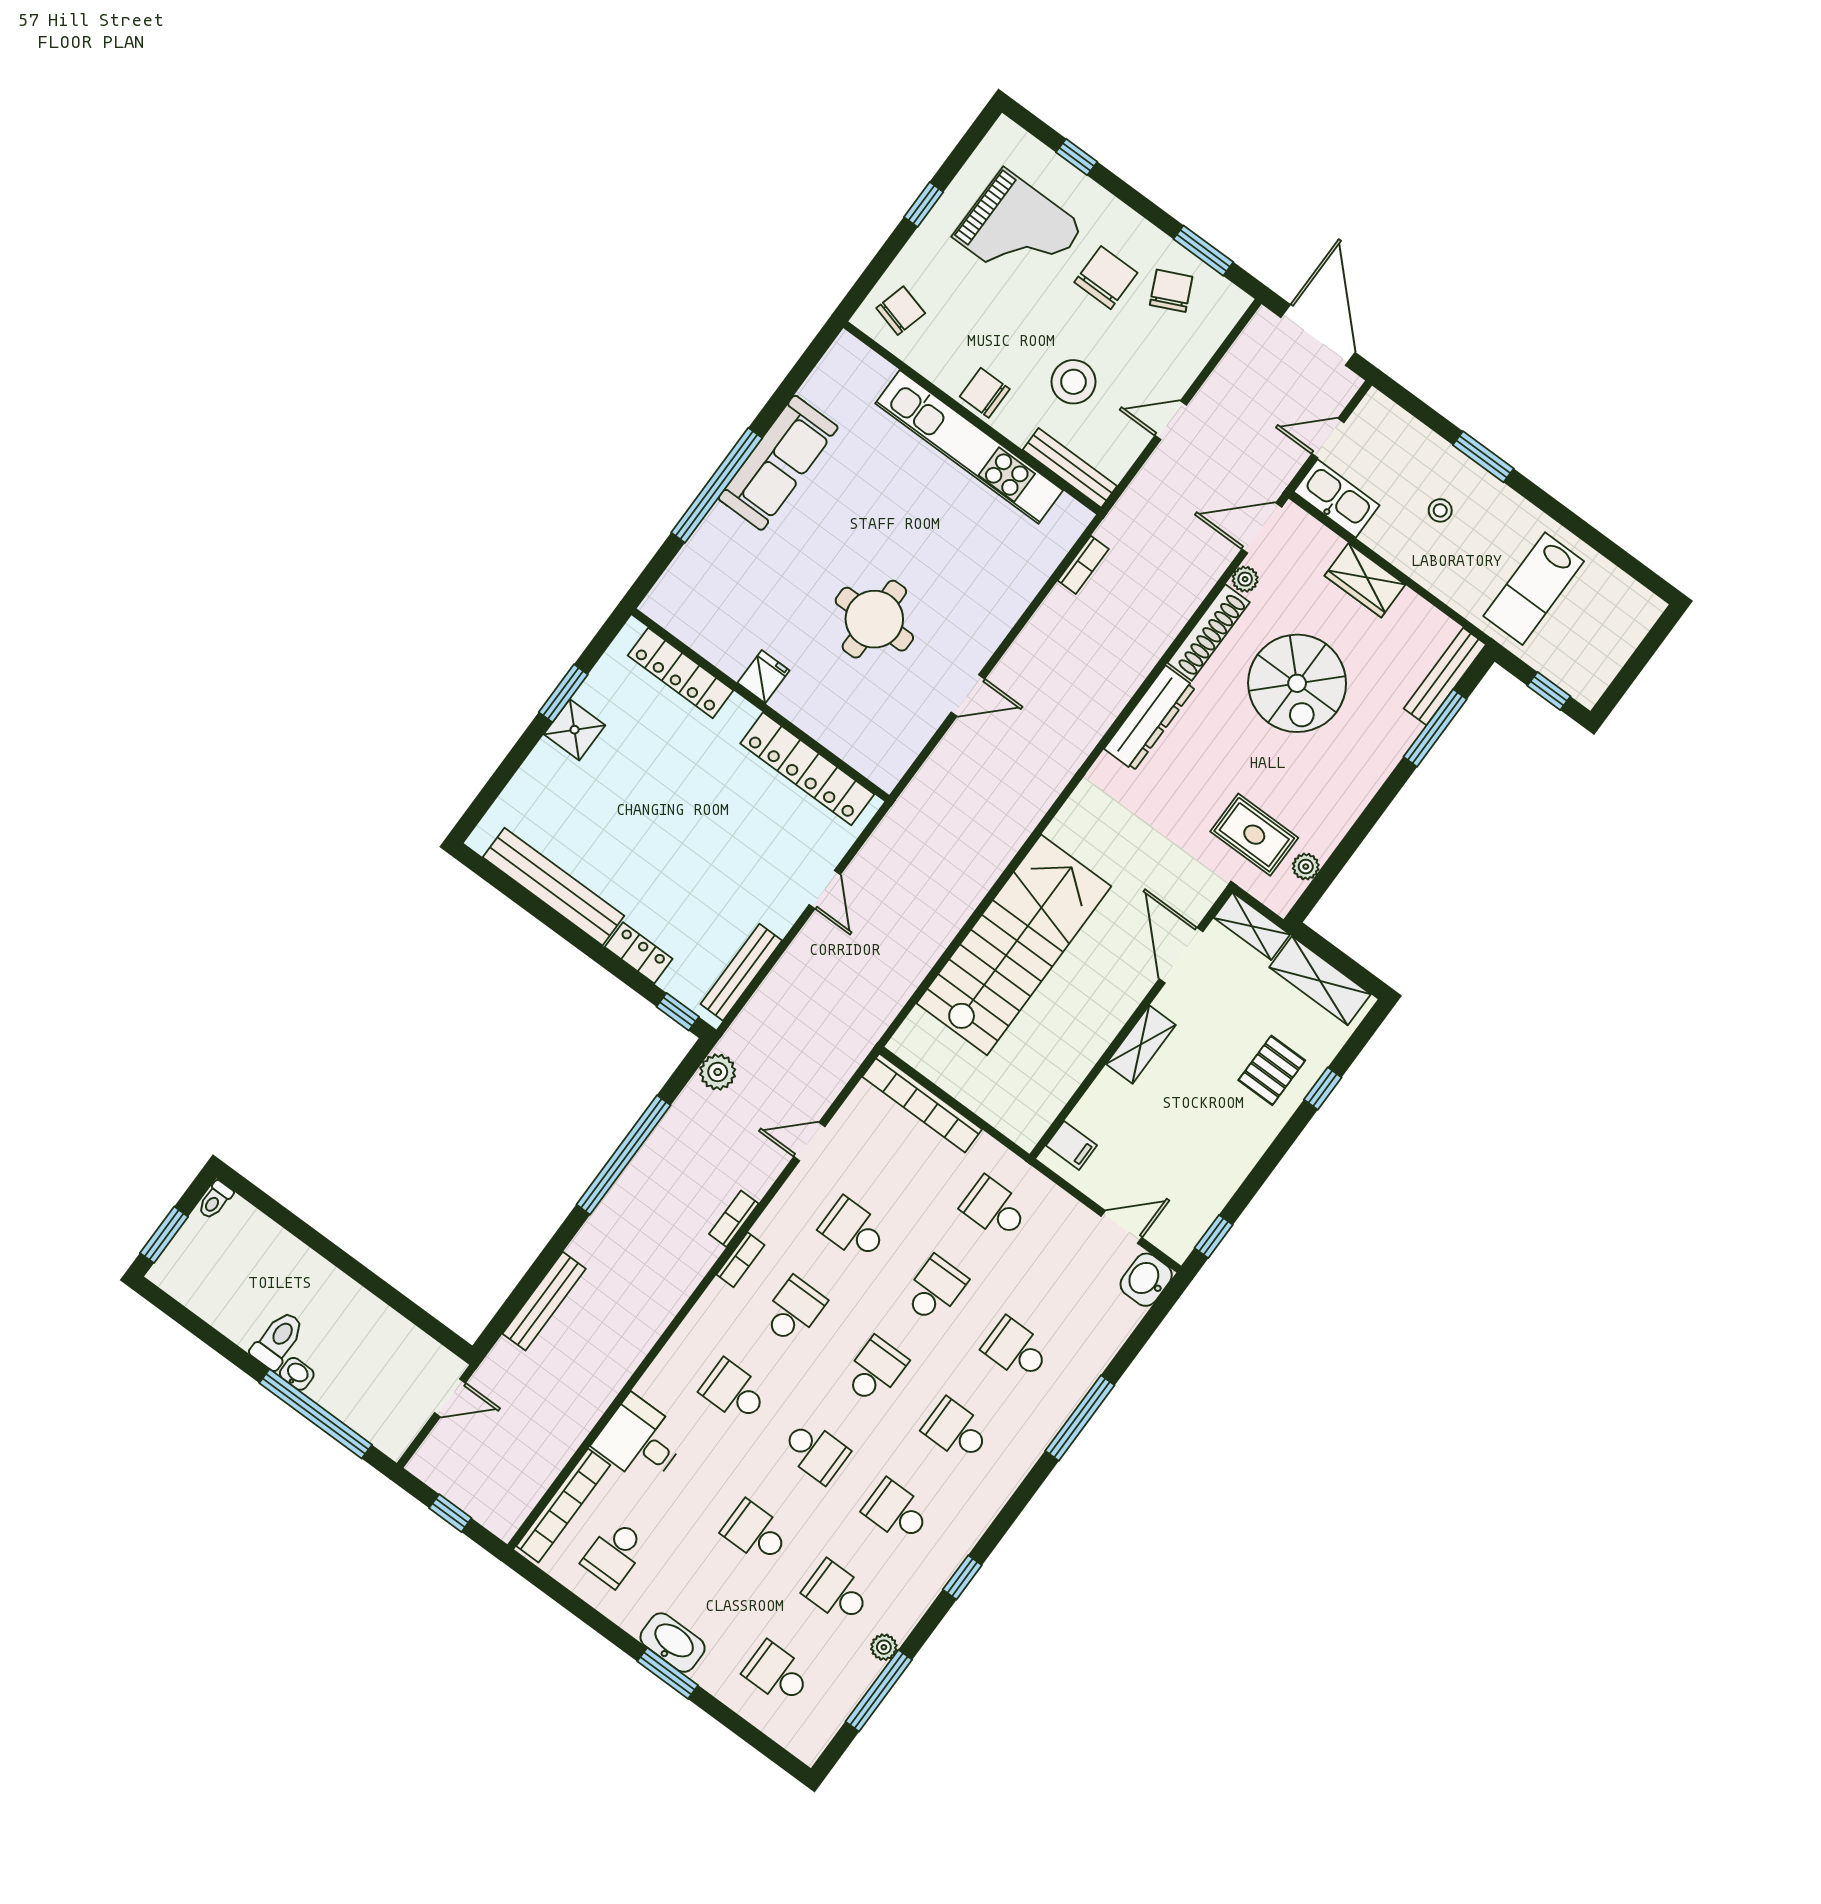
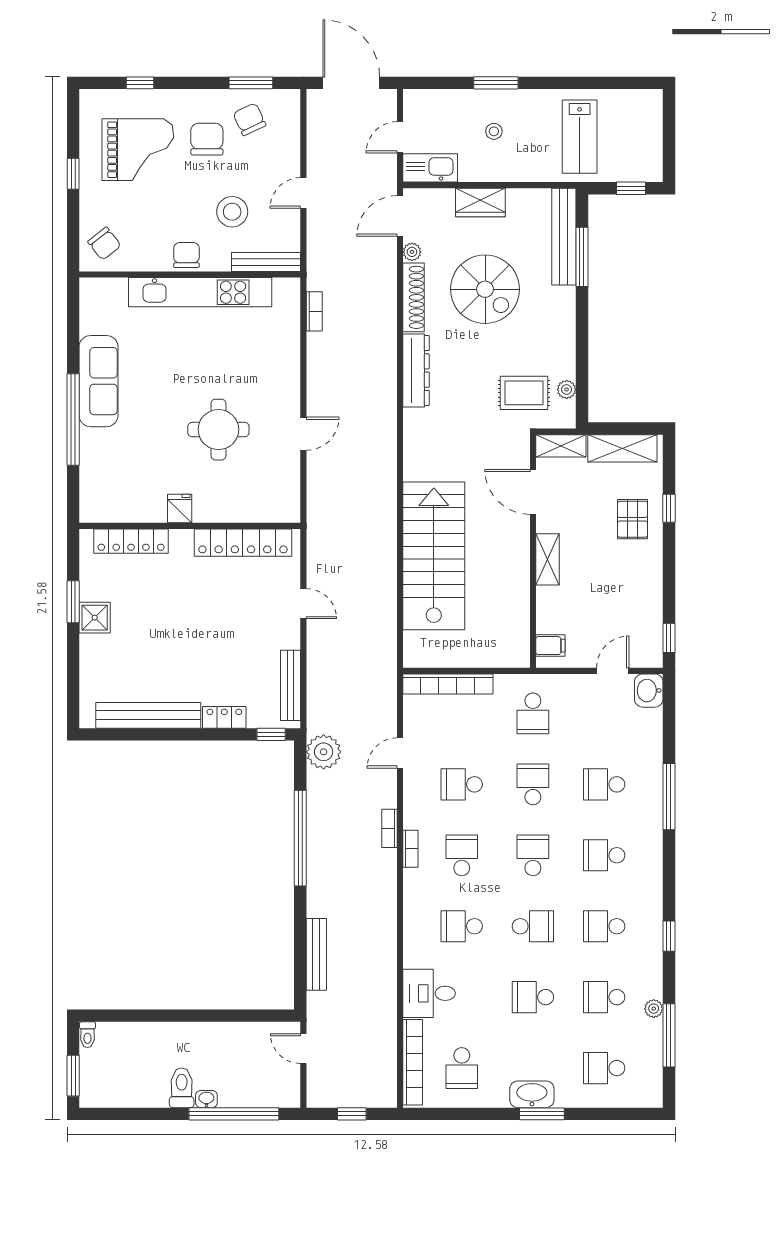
chair: (901, 311) -> (104, 244), turned 127
chair: (985, 393) -> (186, 255), turned 90
bench: (1445, 677) -> (564, 237), width x1.37, depth x1.21
plant: (718, 1072) -> (324, 752), width x1.36, depth x1.36
school desk: (994, 1208) -> (533, 713), turned -90
door: (450, 1398) -> (303, 1049), swing flipped

